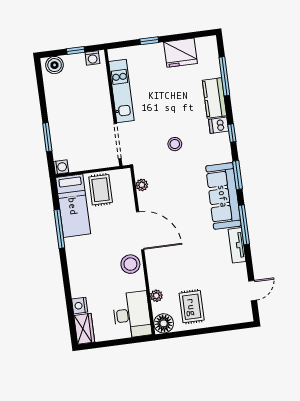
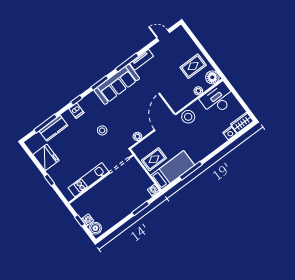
washing machine: (92, 58) -> (87, 220), moved
kitchen counter: (215, 98) -> (53, 128), moved

